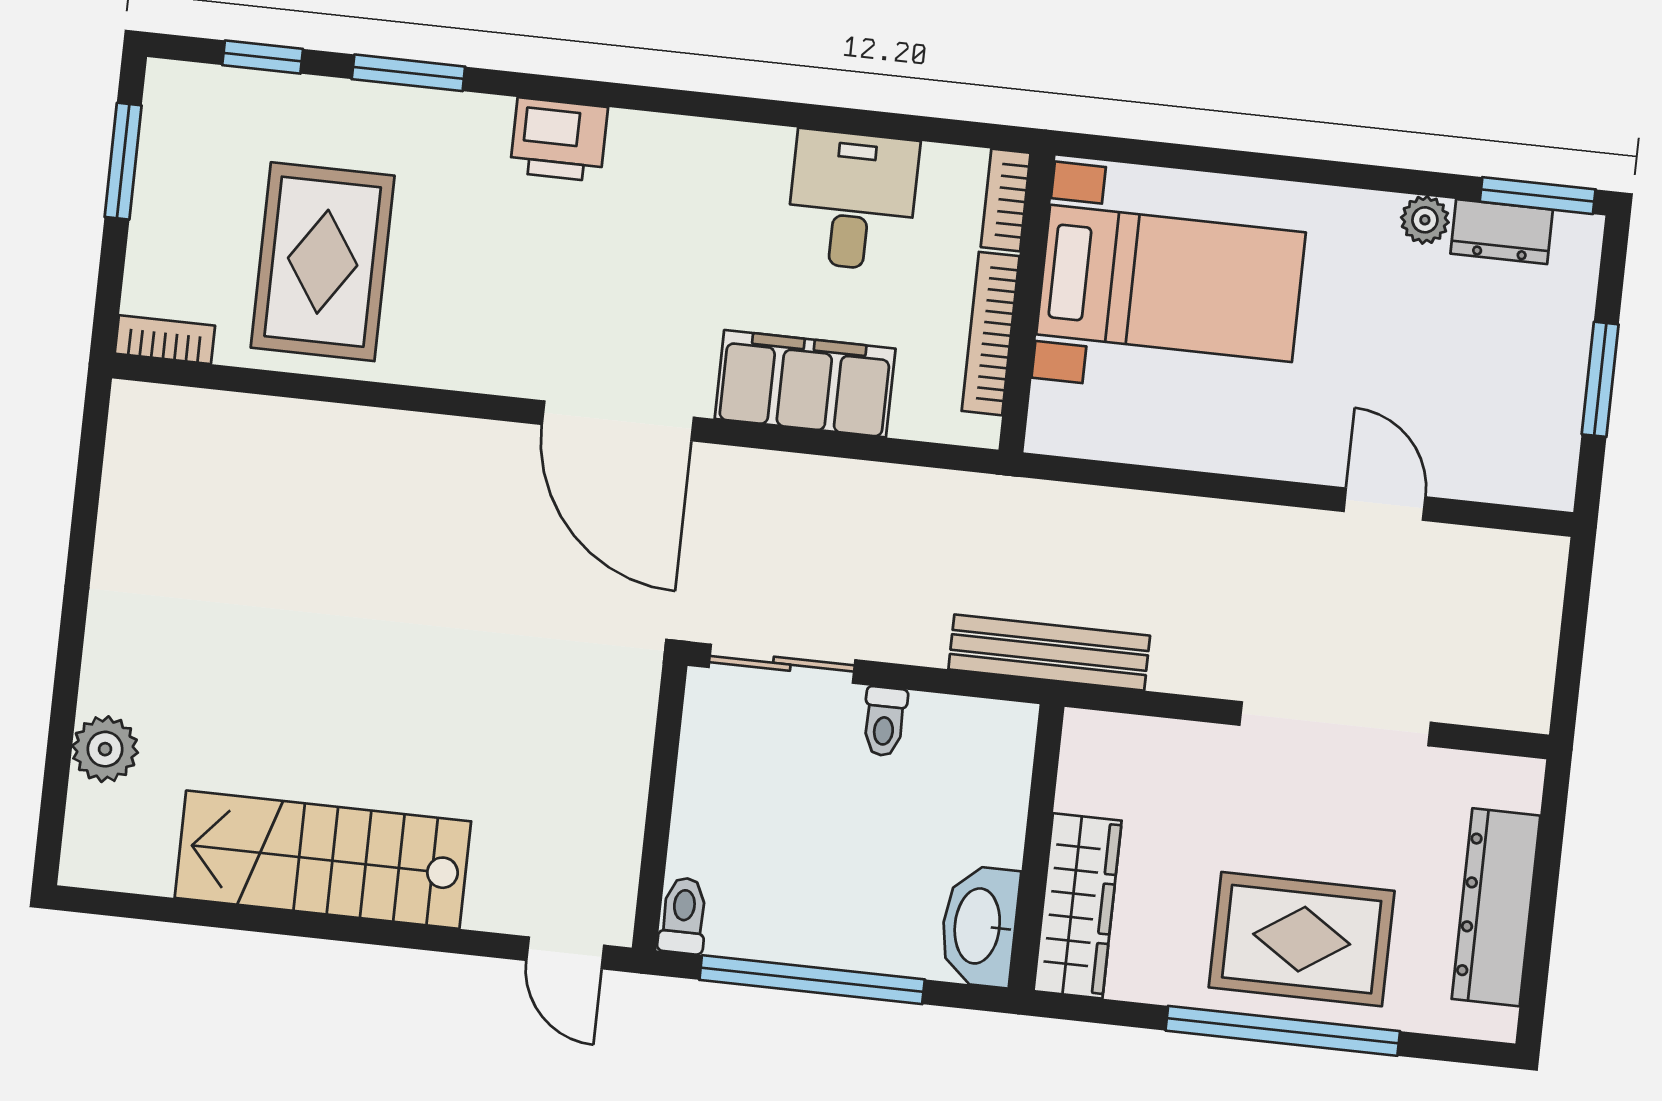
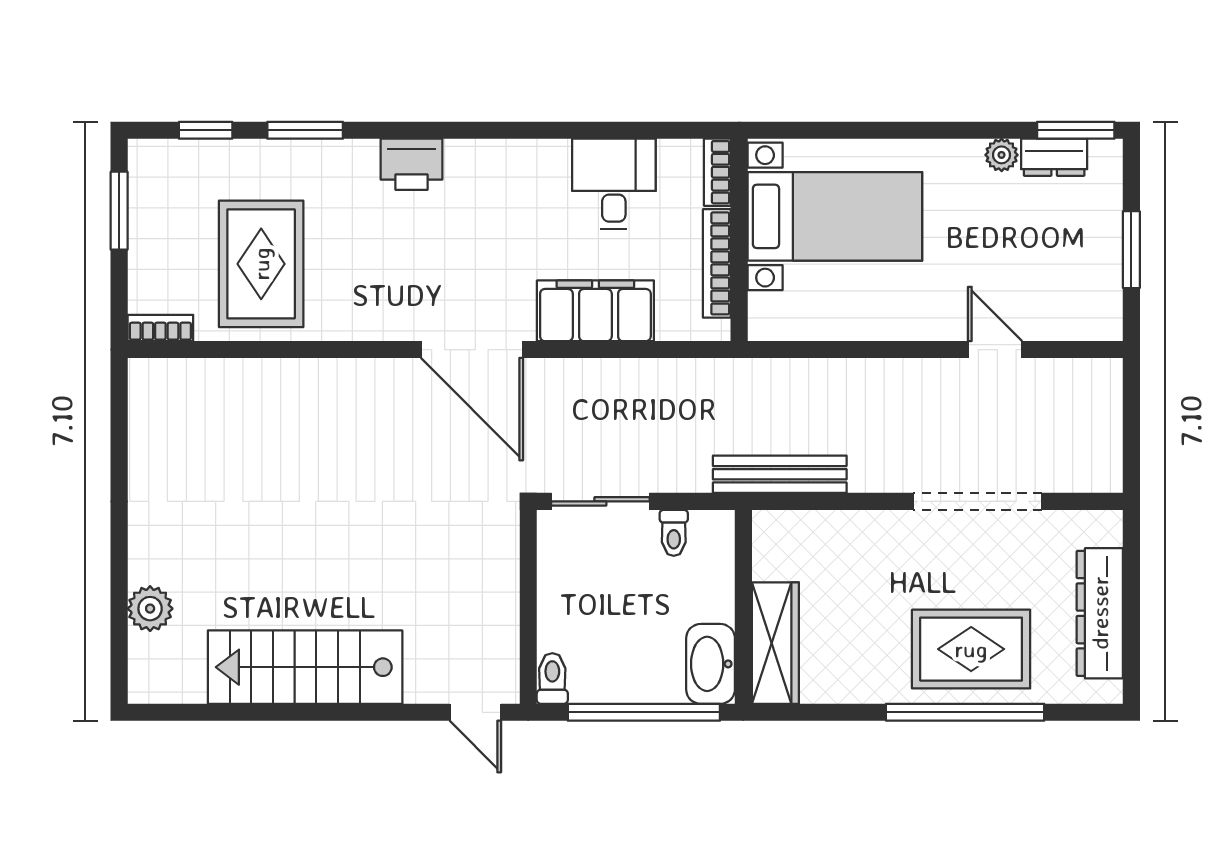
wall: (1037, 848) -> (743, 607), moved
wardrobe: (1078, 906) -> (775, 643), moved
washbasin: (979, 926) -> (711, 664), moved

